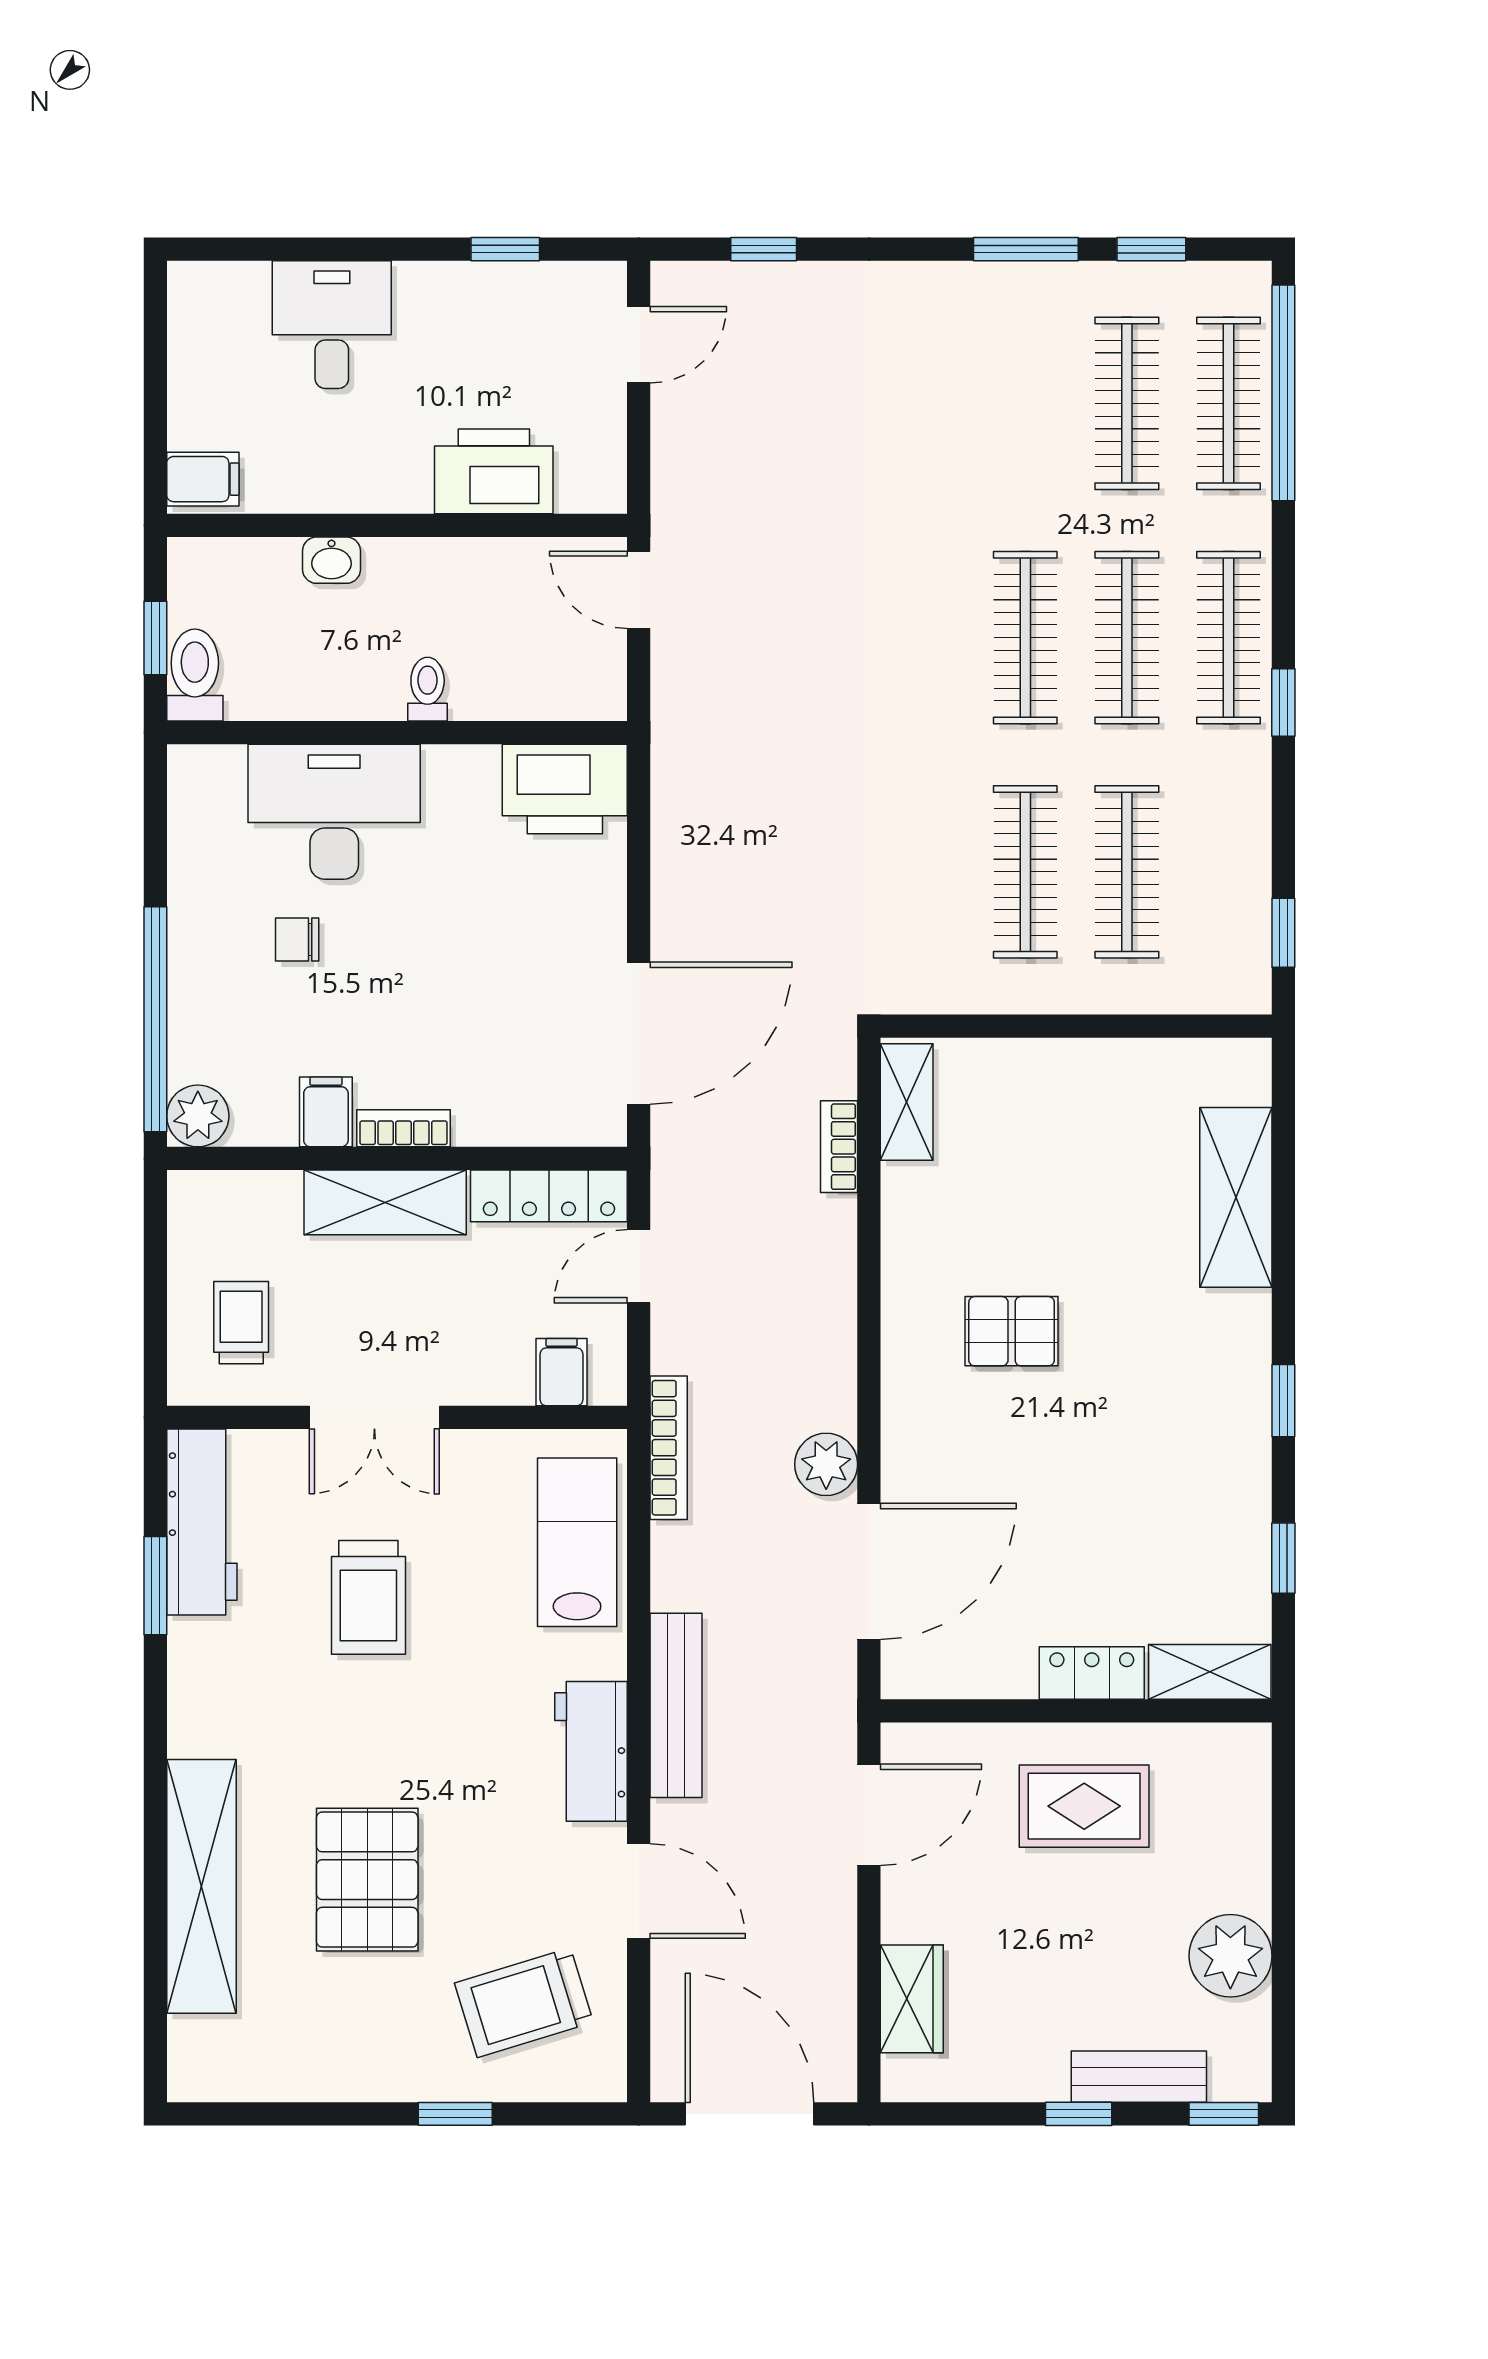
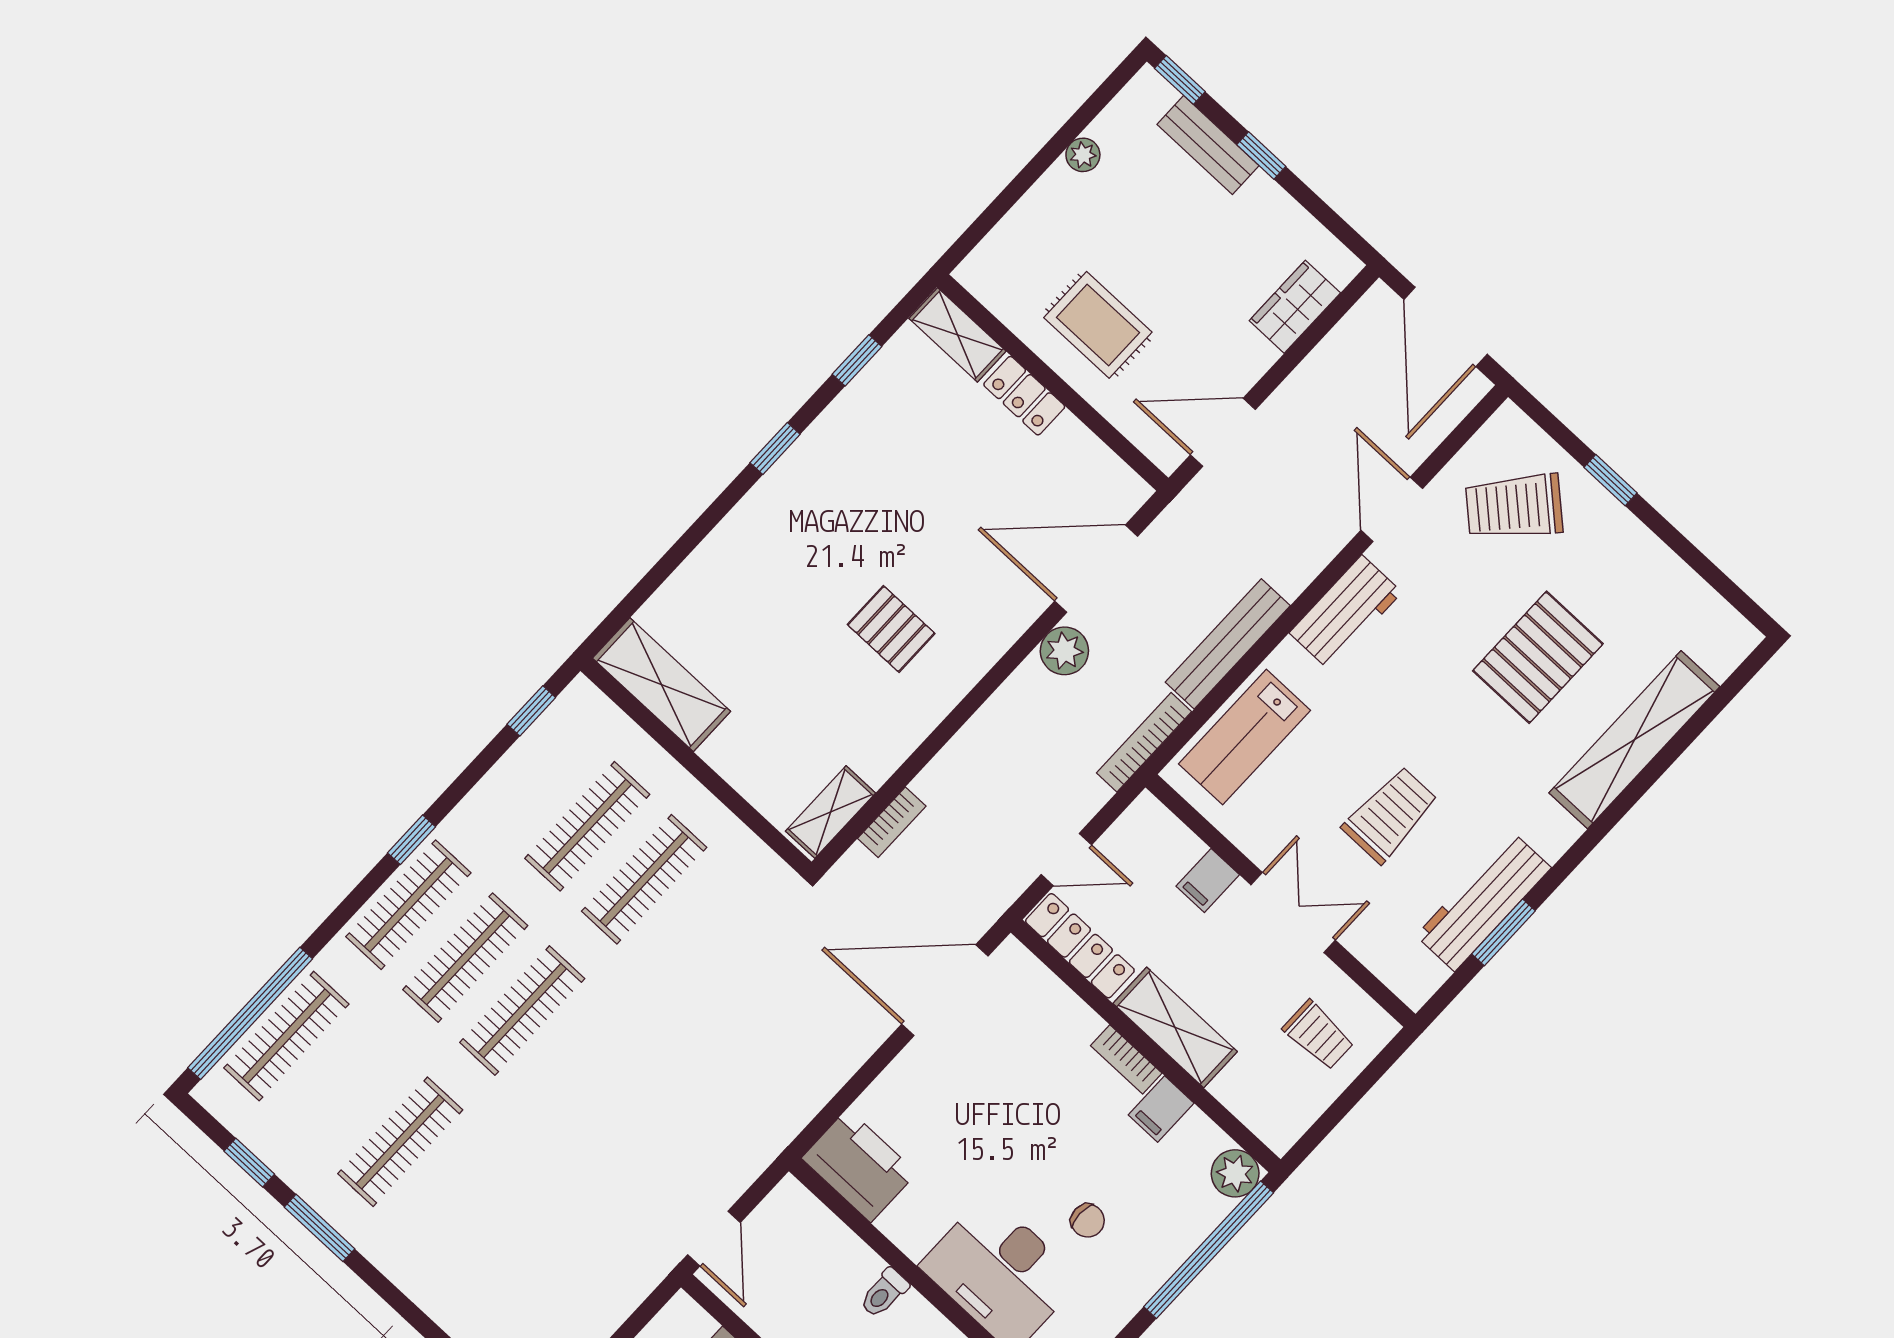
clothes rail: (1127, 403) -> (400, 1142), moved
shelving: (1236, 1197) -> (662, 685), moved, turned 90
trolley: (241, 1323) -> (1318, 1035), turned -90
filing cabinet: (561, 1372) -> (1208, 880), moved
workbench: (202, 1522) -> (1483, 902), moved
bench: (676, 1705) -> (1228, 644), moved
plant: (1230, 1956) -> (1083, 155), width x0.53, depth x0.53
trolley: (524, 2003) -> (1514, 507), turned 149

